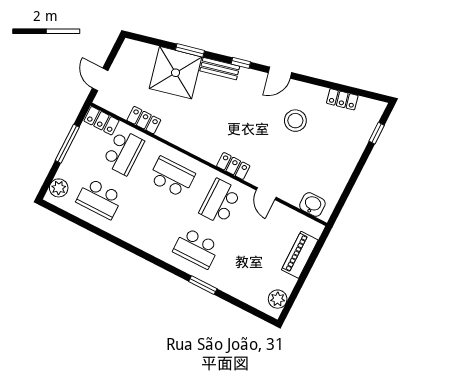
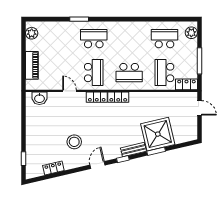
locker: (144, 120) -> (118, 97), moved

